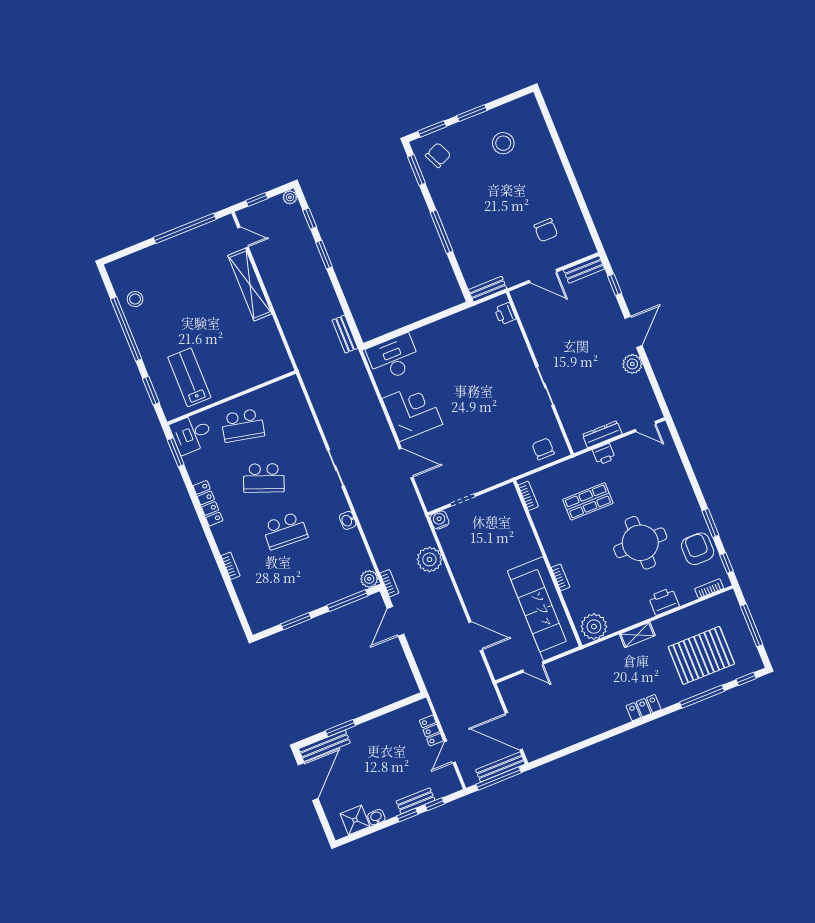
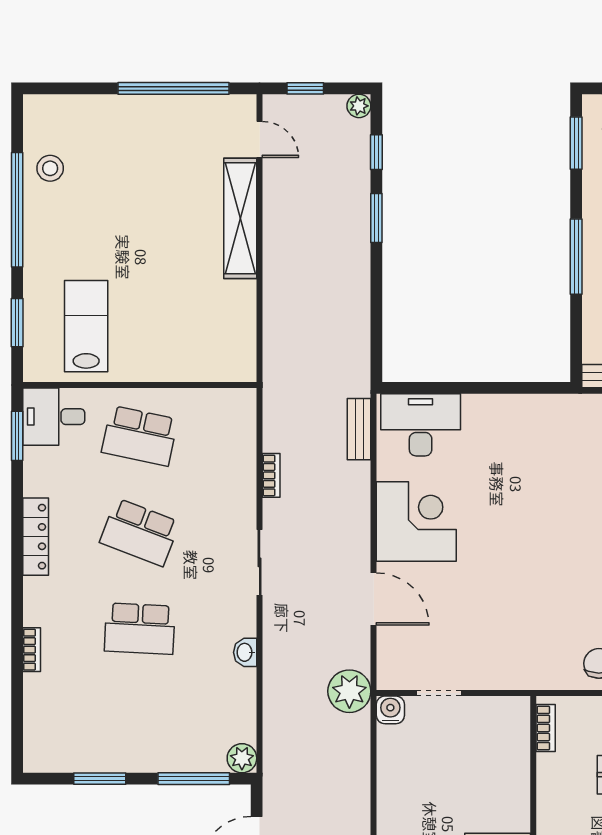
bench: (345, 334) -> (359, 429), moved
plant: (429, 559) -> (349, 691), moved
bookcase: (389, 583) -> (271, 475), moved

